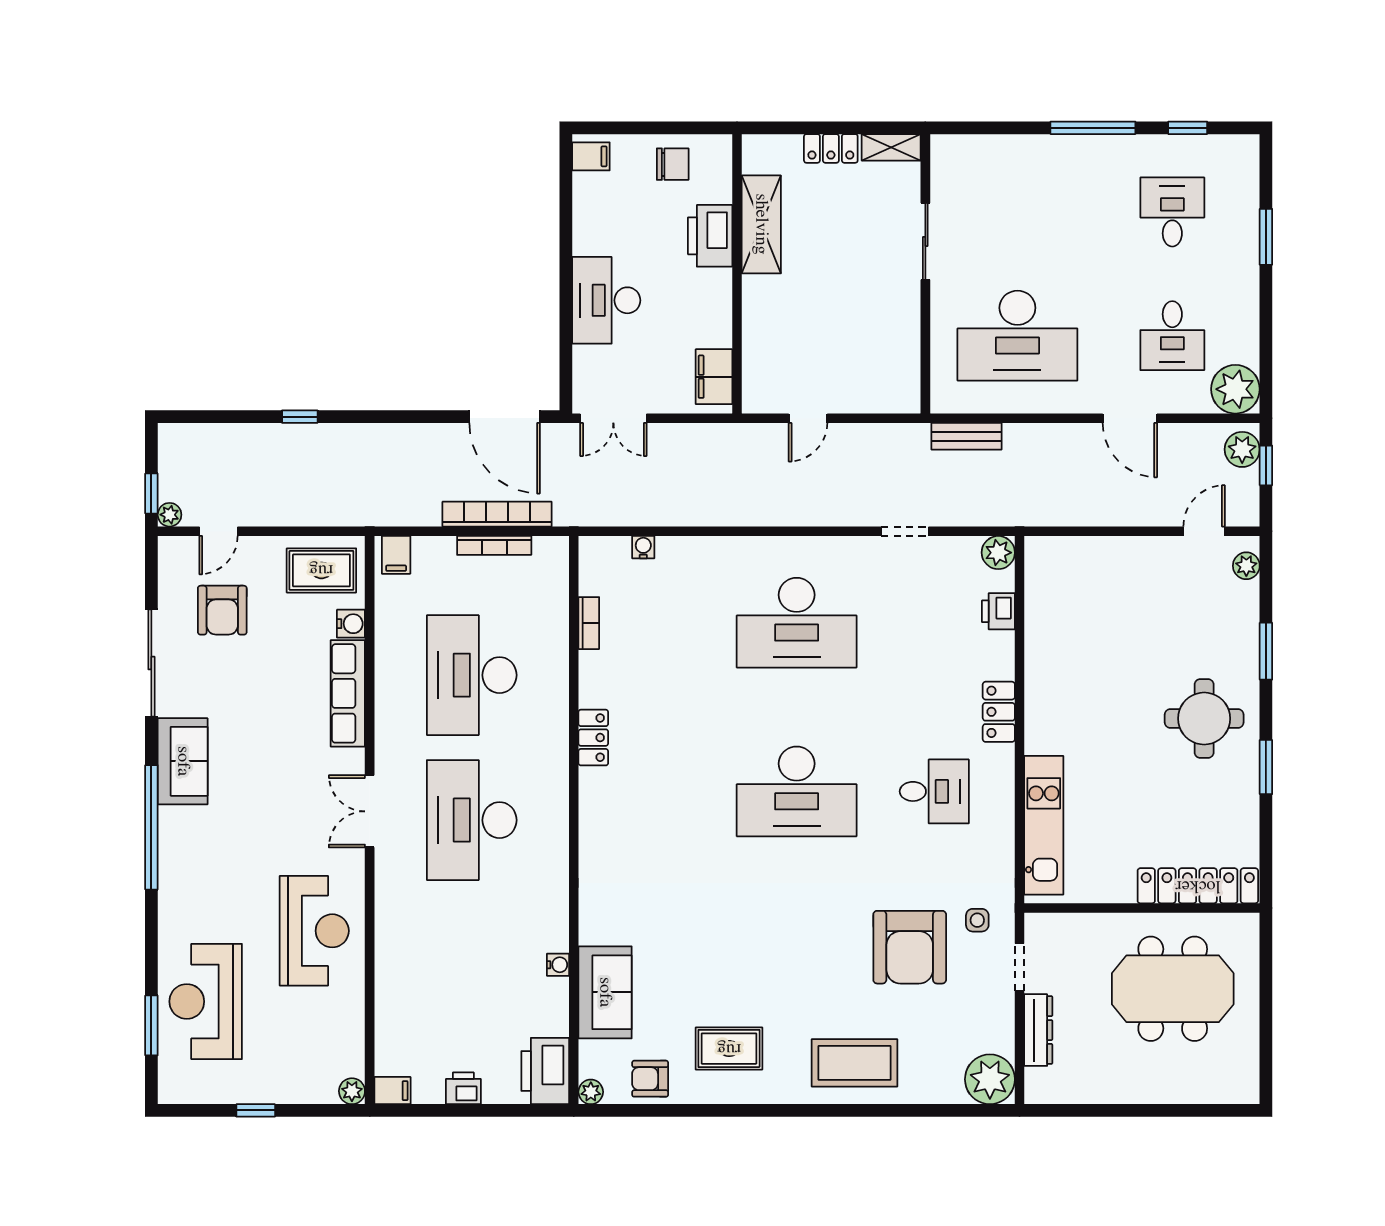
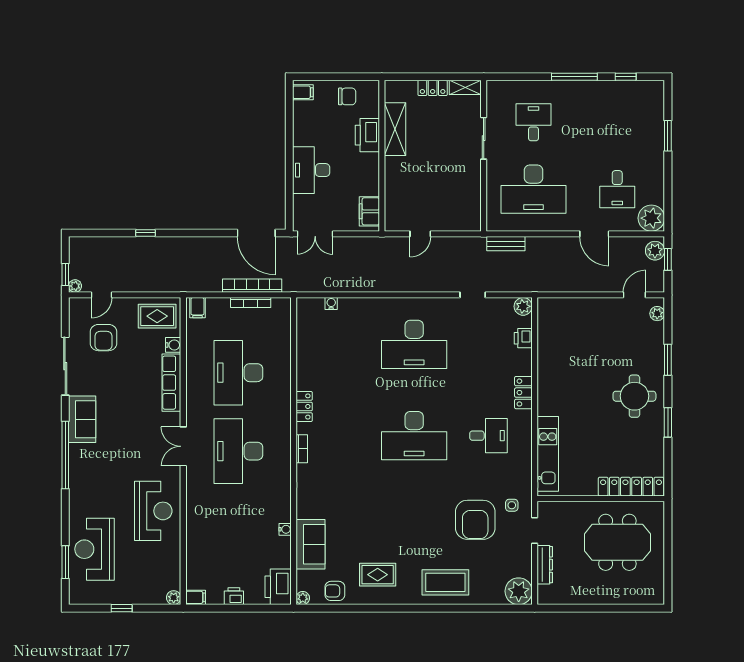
desk: (1172, 212) -> (533, 122), moved
bookcase: (589, 623) -> (302, 449), moved

